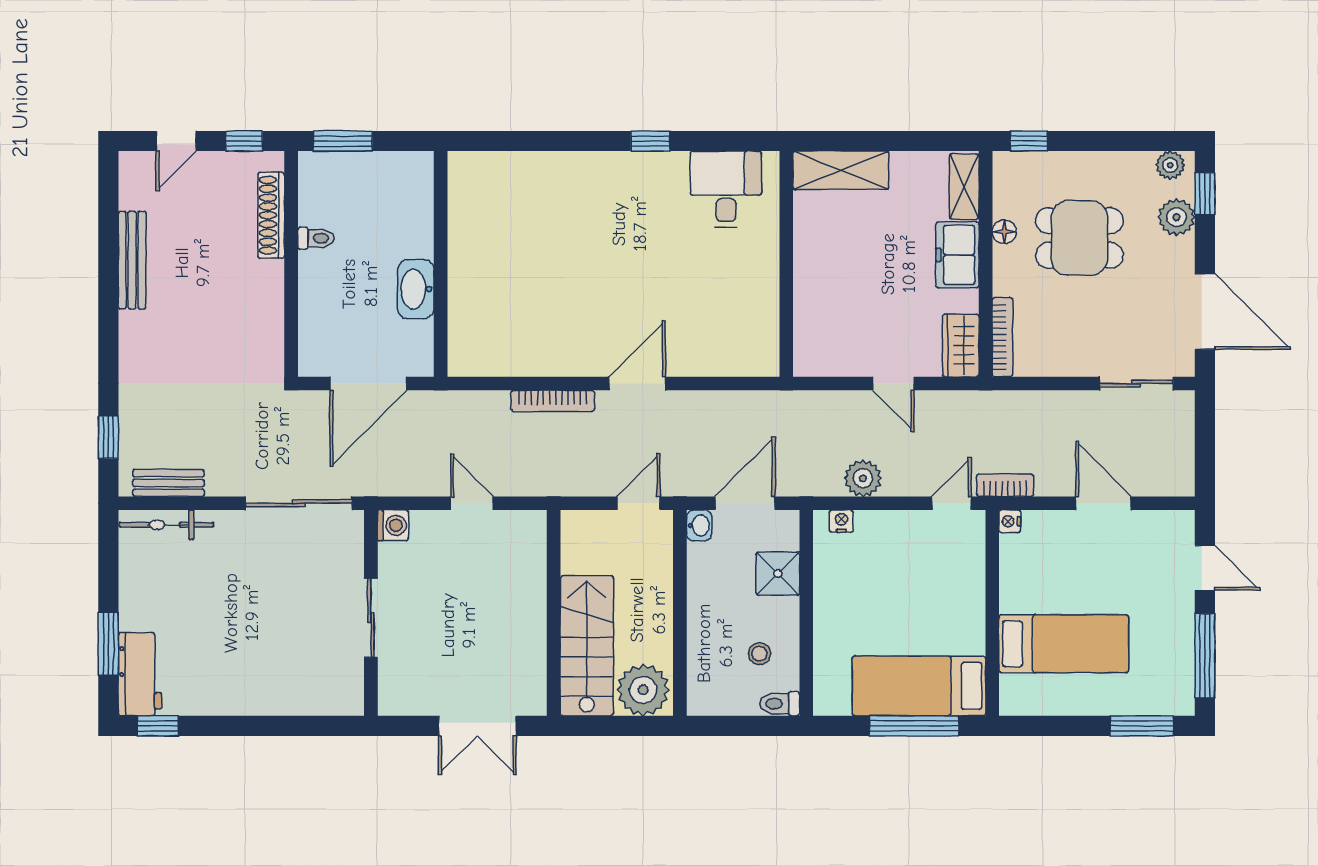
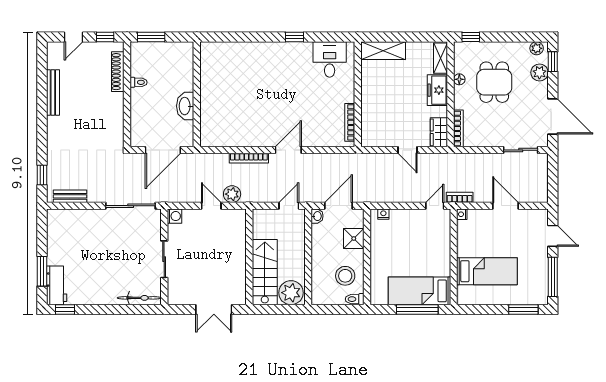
dining table: (1079, 238) -> (494, 82), turned 90
bookcase: (769, 324) -> (350, 122), added
plant: (863, 478) -> (232, 194), moved
bicycle: (166, 525) -> (139, 298), moved, turned 180
stool: (759, 654) -> (345, 276), width x1.89, depth x1.89

